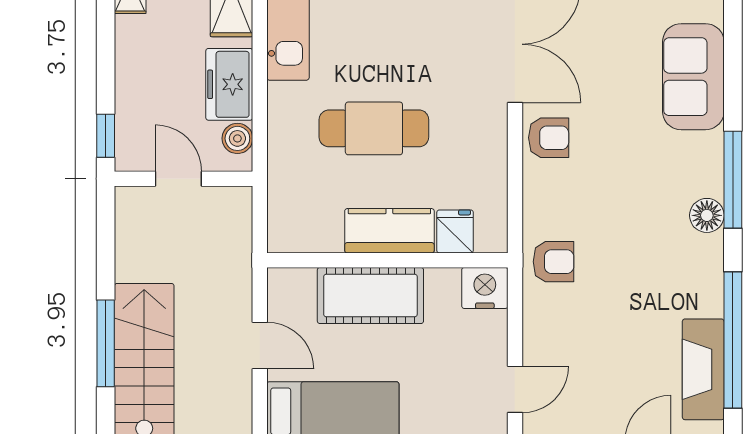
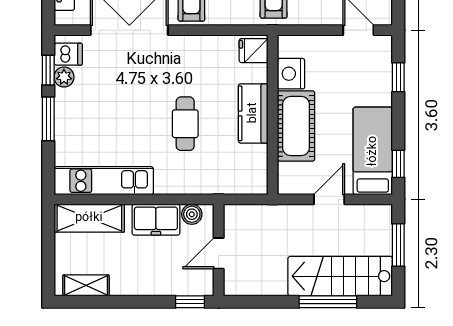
cafe table: (374, 128) -> (185, 124), width x0.73, depth x0.74
fridge: (455, 231) -> (254, 51), moved
nightstand: (485, 288) -> (291, 74), moved

